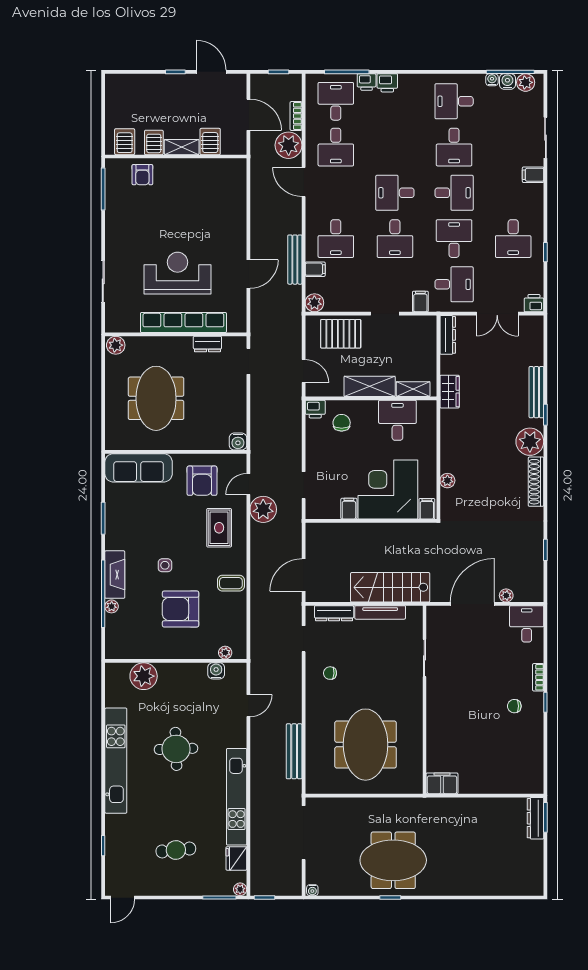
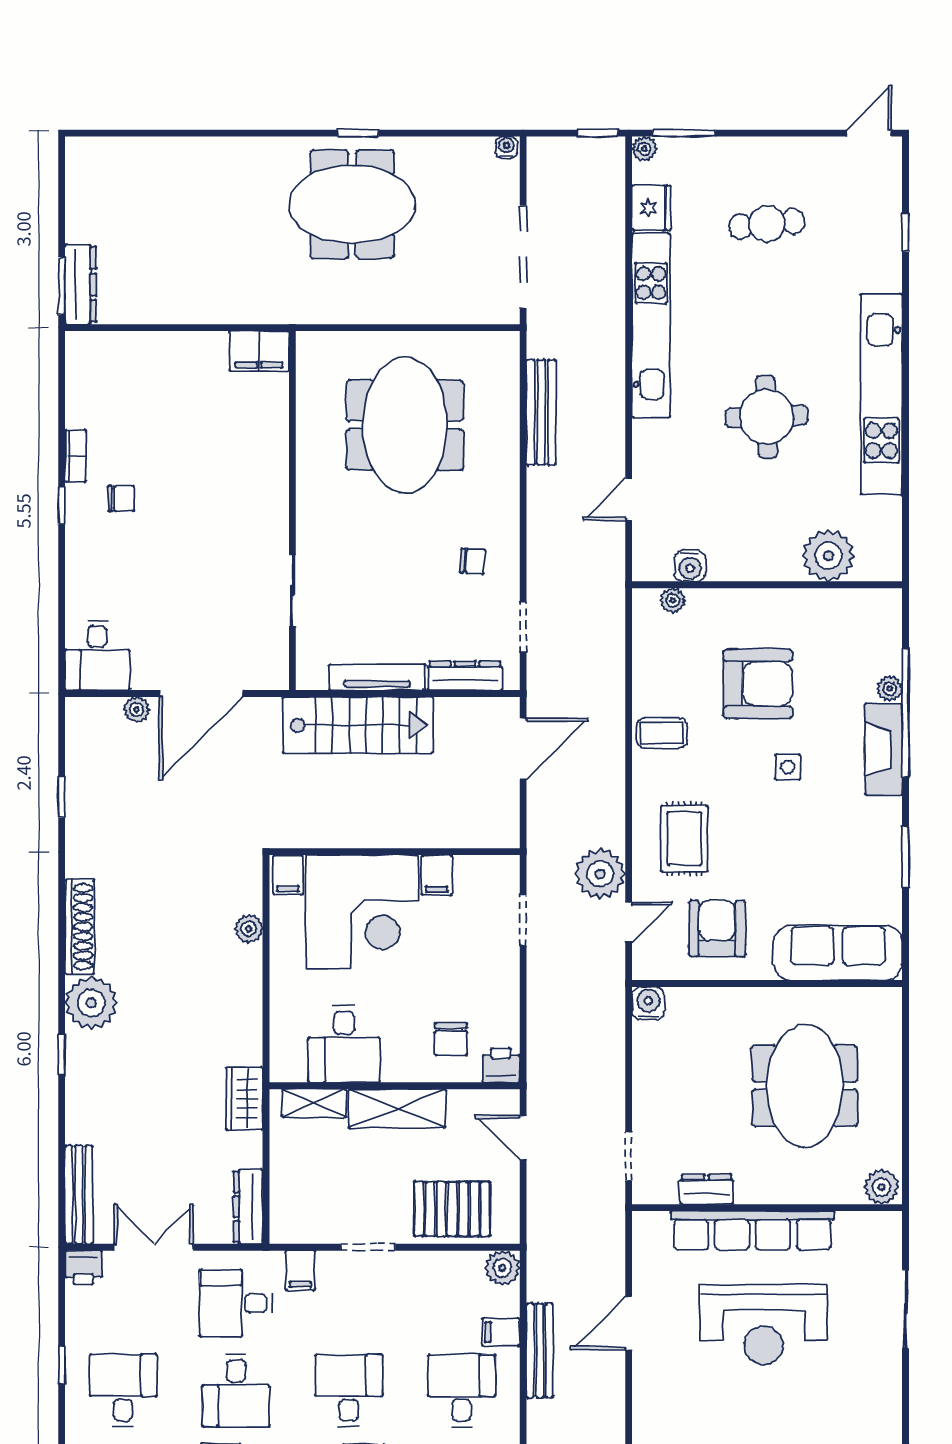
bench: (536, 392) -> (79, 1195), moved
bookcase: (538, 677) -> (76, 456), moved

